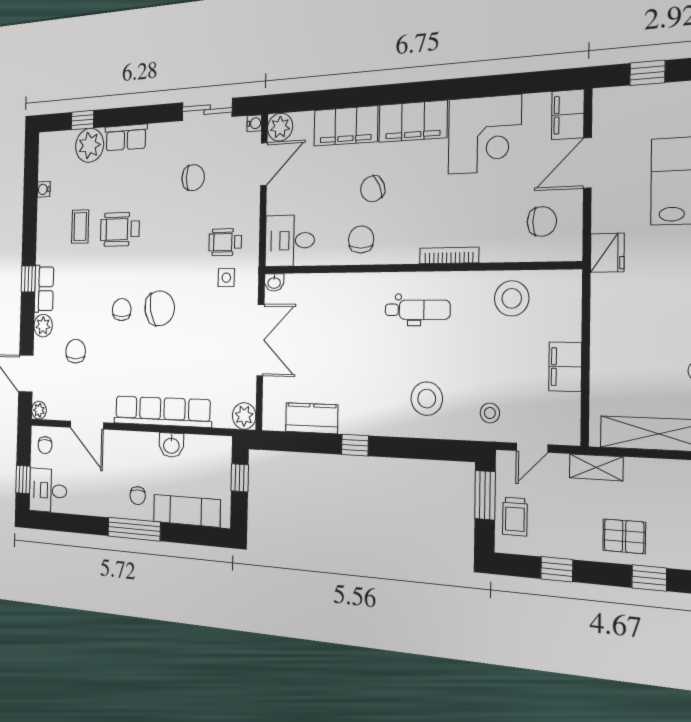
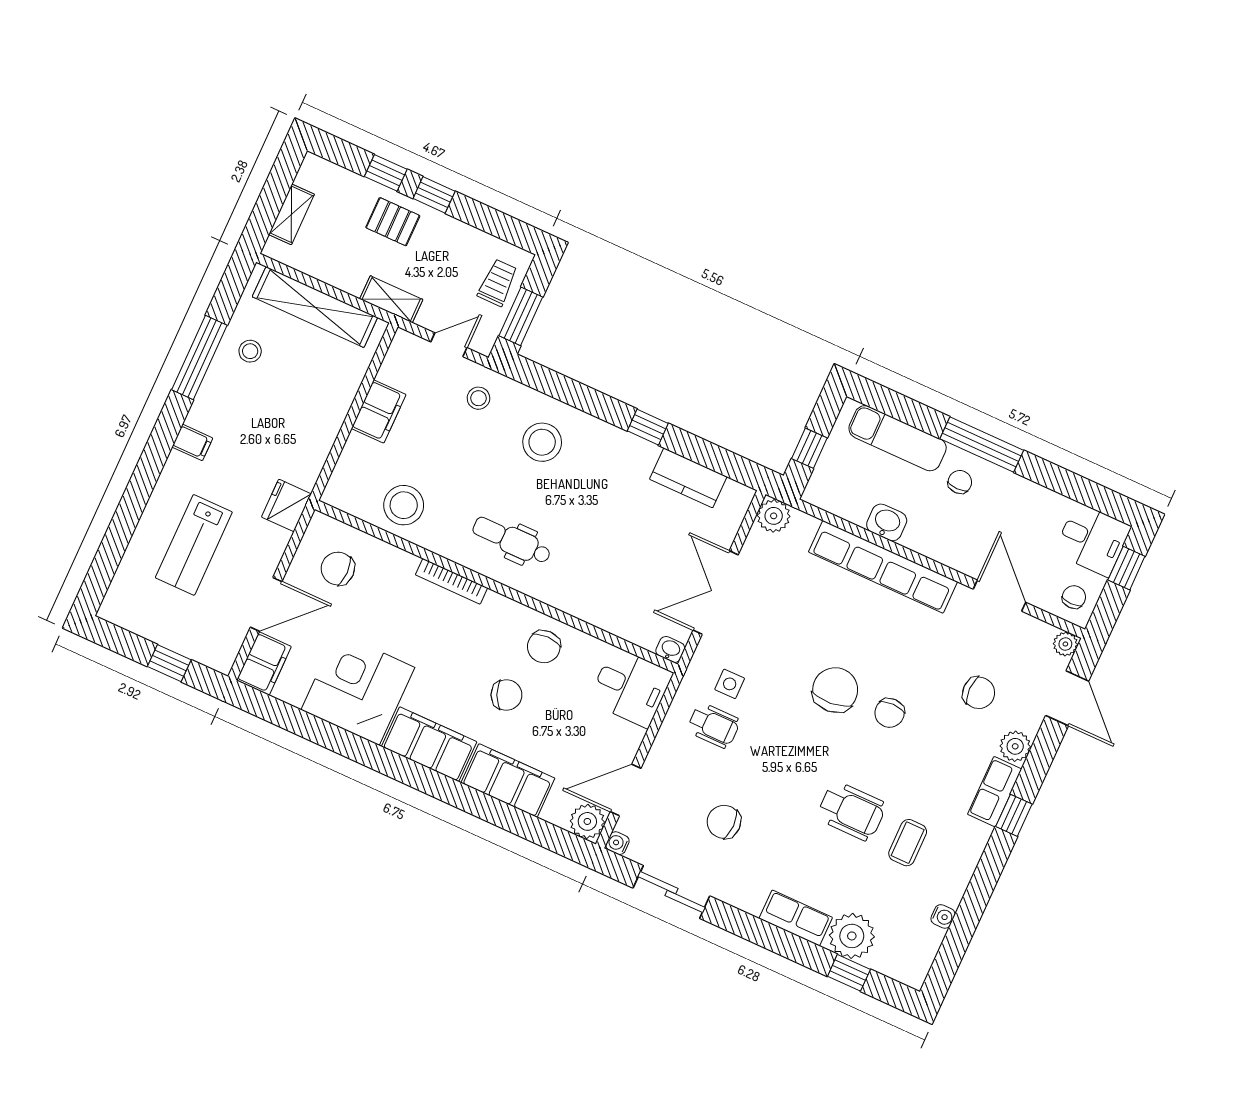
chair: (160, 308) -> (835, 690), turned 97
chair: (76, 351) -> (979, 693), turned -90
window: (557, 569) -> (434, 195), moved

